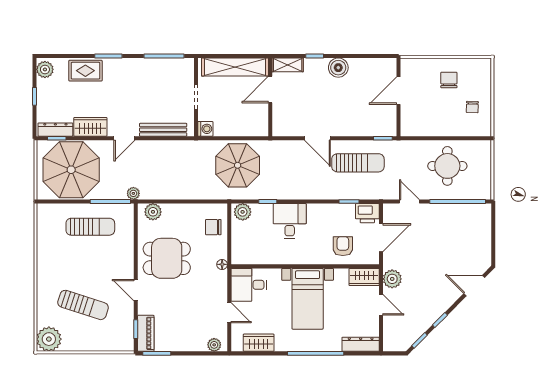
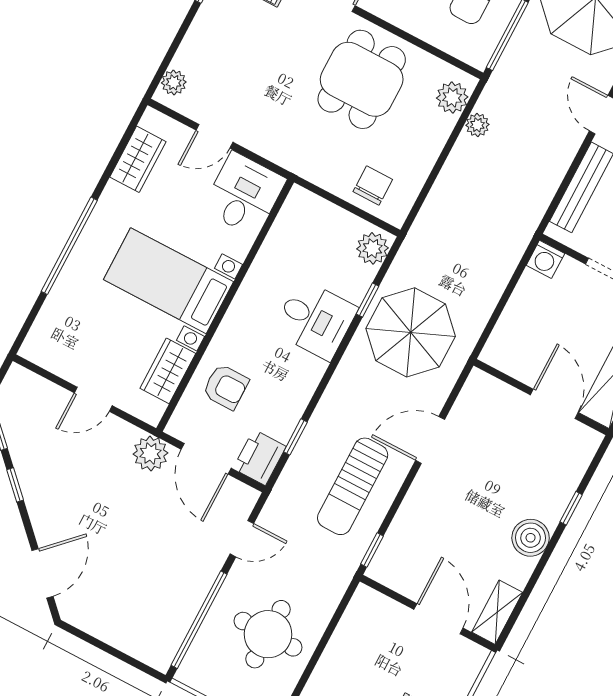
shelving: (288, 65) -> (497, 612), moved
parasol: (238, 165) -> (411, 332), moved
plant: (133, 193) -> (477, 125), moved
floor lamp: (222, 264) -> (302, 167), removed
wardrobe: (364, 277) -> (168, 371), moved
plant: (392, 279) -> (150, 453), moved
dresser: (361, 344) -> (45, 330), removed

